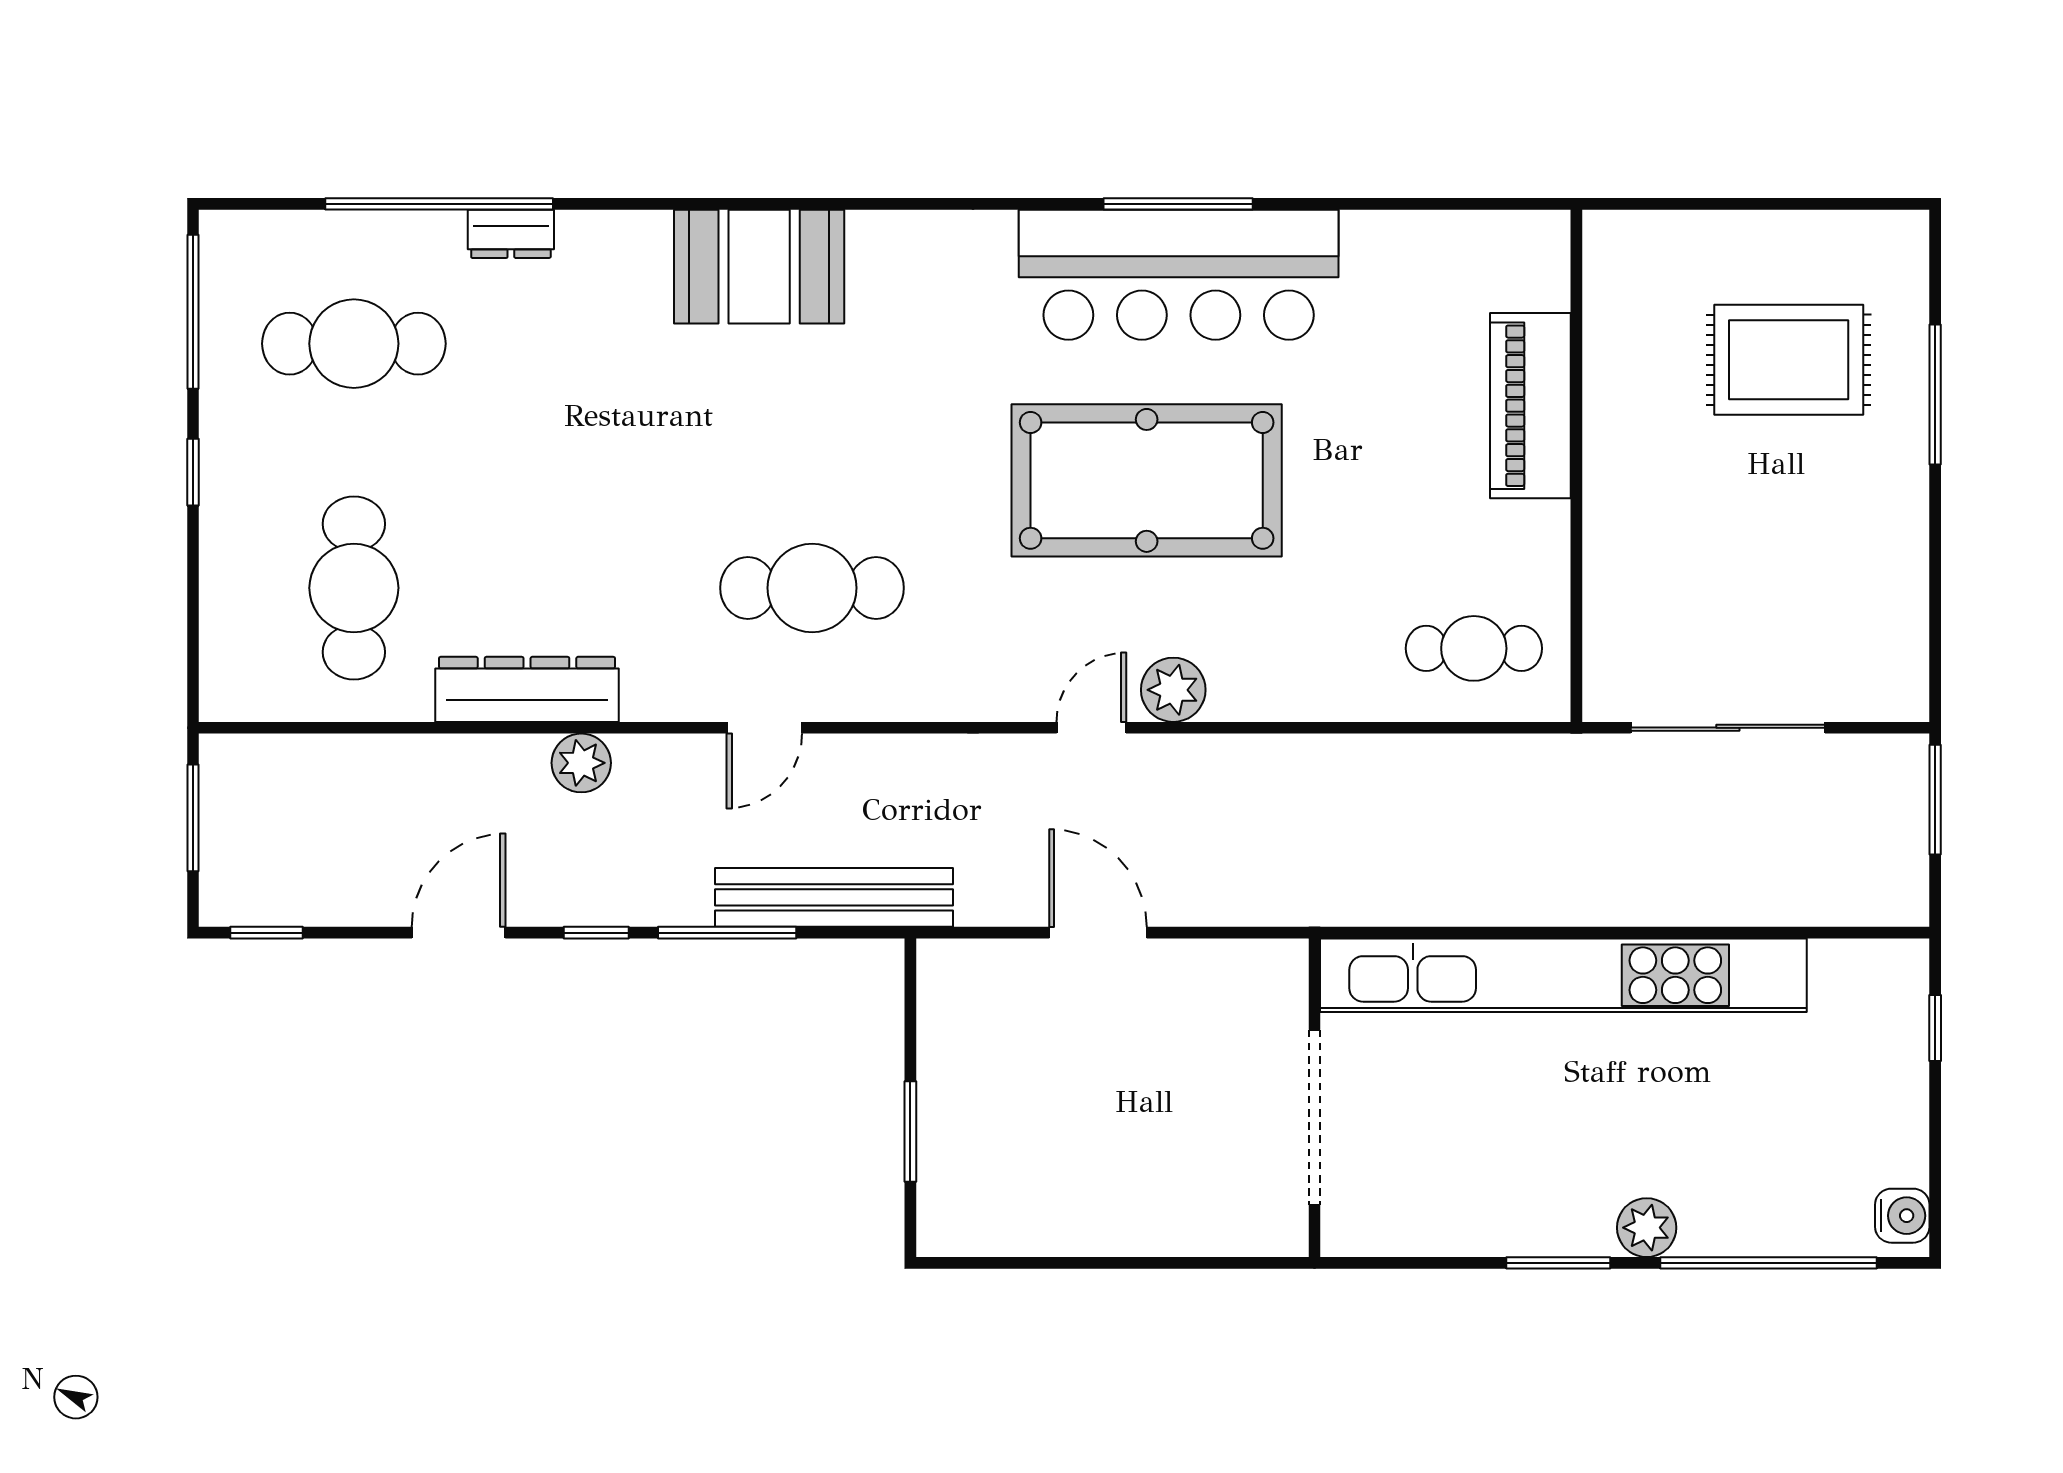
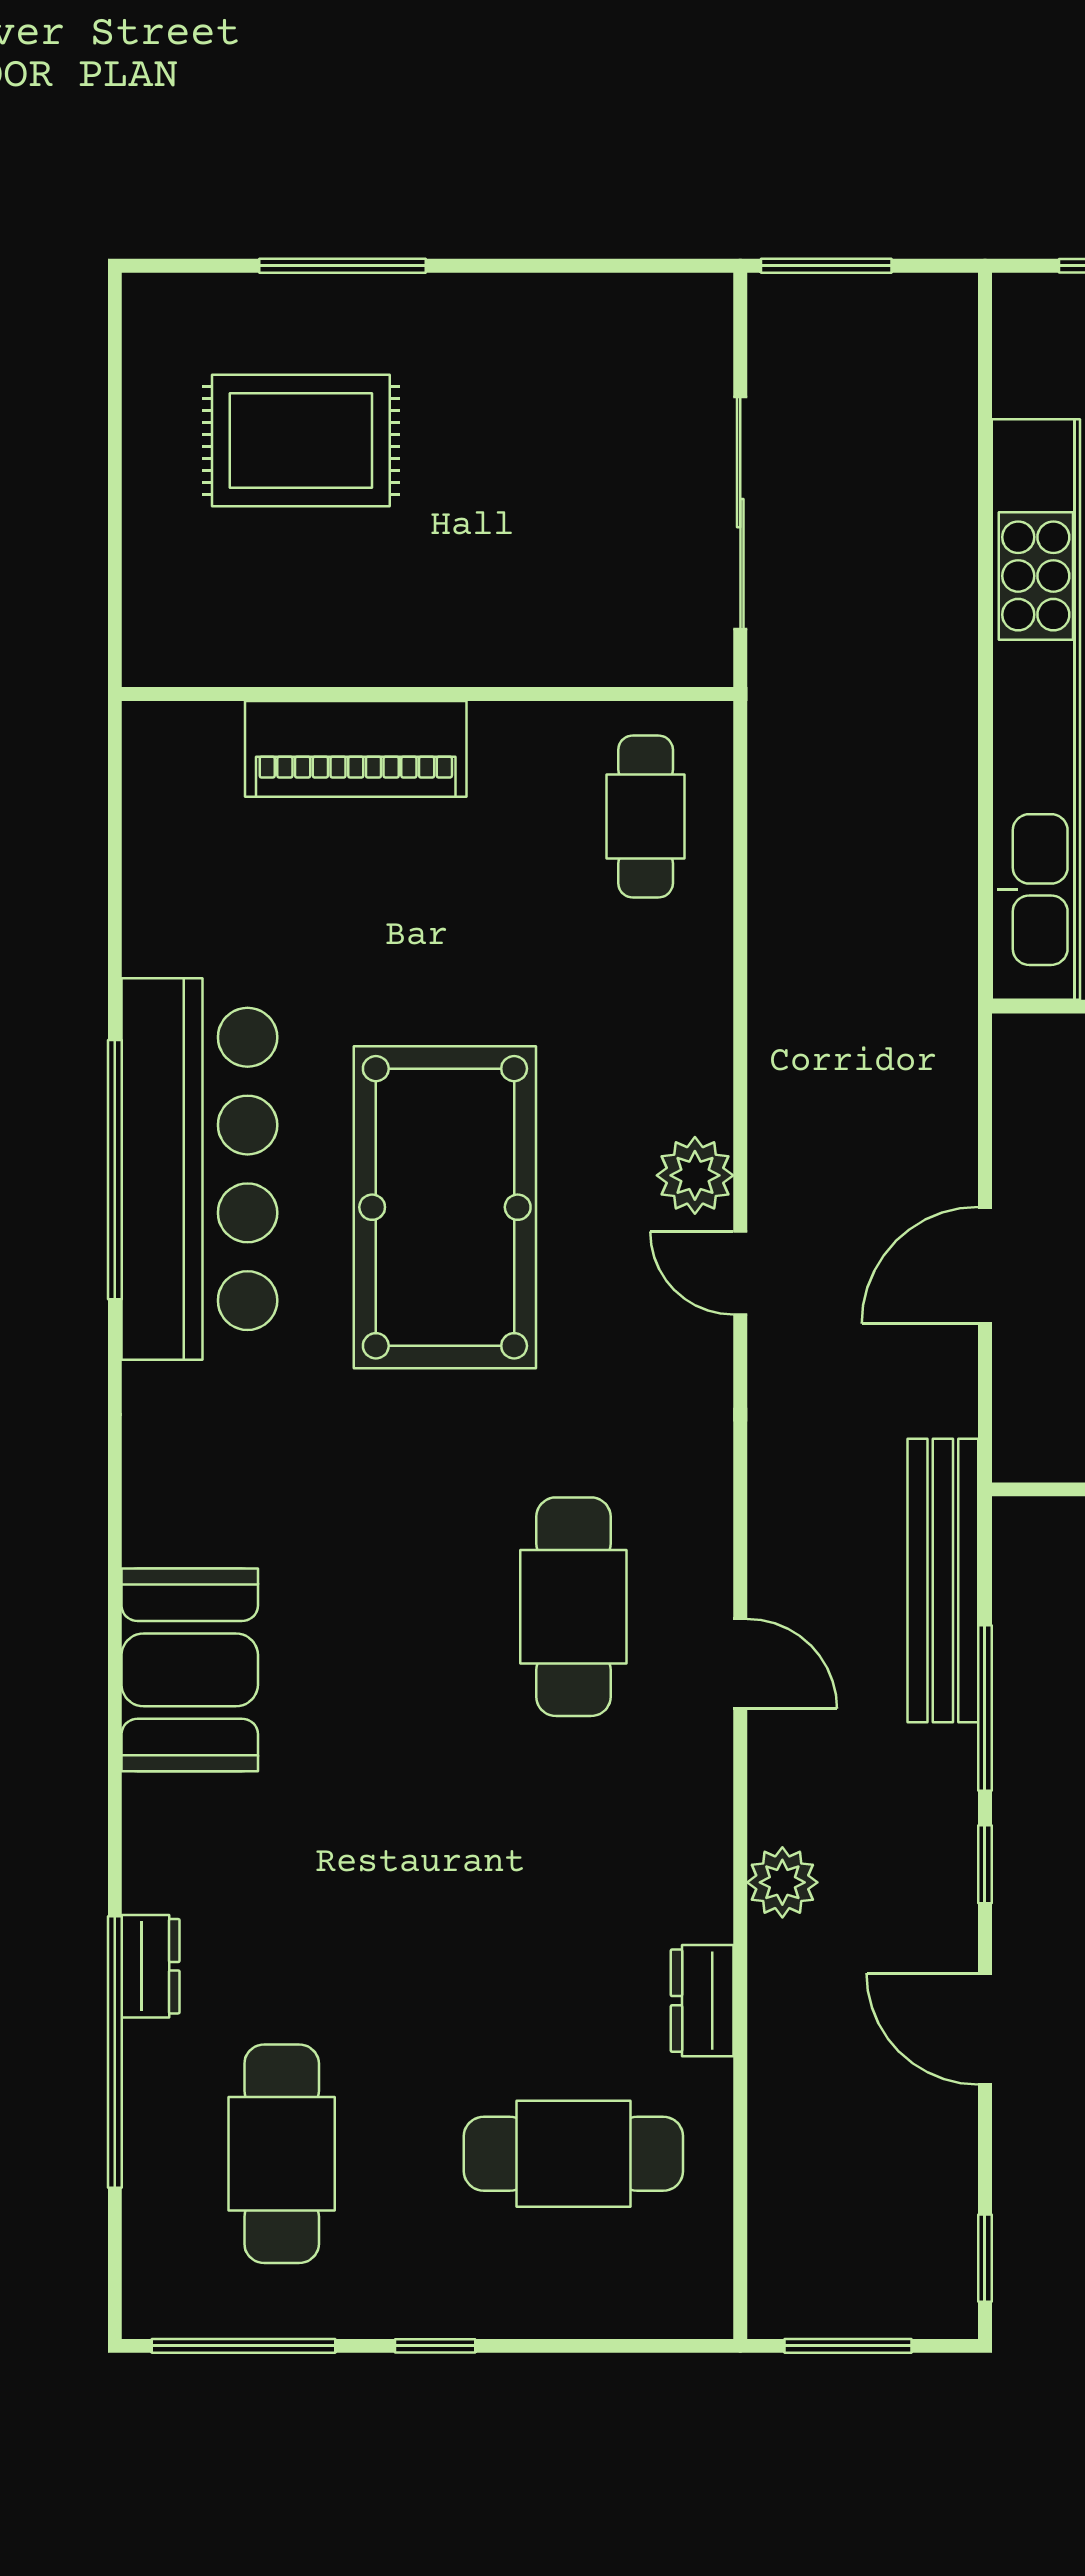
window: (1178, 204) -> (115, 1170), width x1.46
rug: (1789, 360) -> (301, 441), turned 90
dresser: (527, 689) -> (702, 2001), width x0.51, depth x0.80

